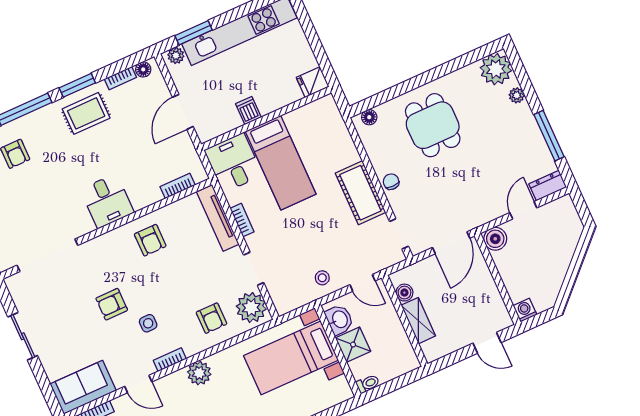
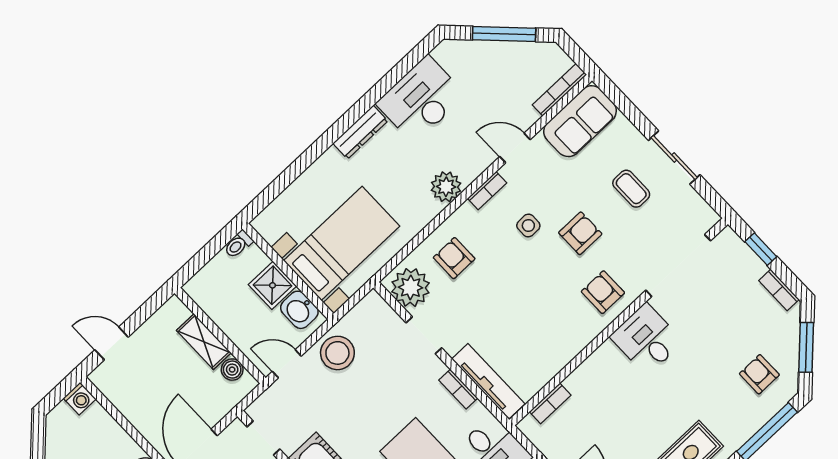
desk: (107, 201) -> (647, 339), moved
armchair: (150, 240) -> (603, 292), moved
stool: (322, 278) -> (337, 353), width x1.89, depth x1.89
coffee table: (63, 324) -> (631, 189), added

